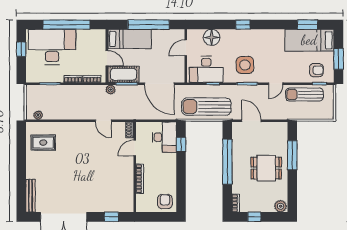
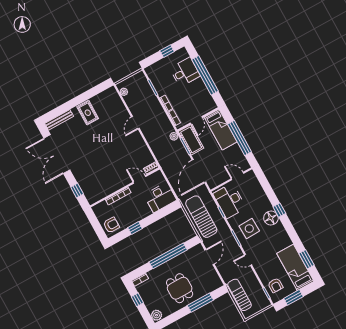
floor lamp: (212, 37) -> (271, 218), moved
desk: (52, 47) -> (185, 72), width x0.53, depth x0.77
sun lounger: (304, 94) -> (240, 295), moved
door: (103, 121) -> (135, 123), moved
rug: (43, 143) -> (88, 113), moved
window: (181, 145) -> (135, 228), moved

